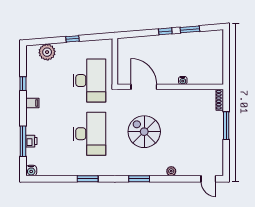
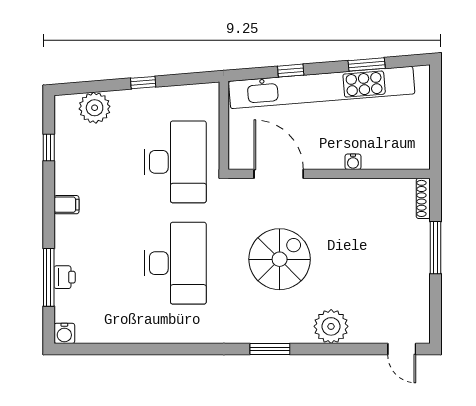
window: (165, 31) -> (291, 71), moved
kitchen unit: (166, 41) -> (322, 87), added
window: (23, 84) -> (49, 148), moved
spiral stairs: (144, 132) -> (280, 259), turned 90
plant: (171, 171) -> (331, 326), width x1.87, depth x1.87
window: (88, 179) -> (172, 349), removed

